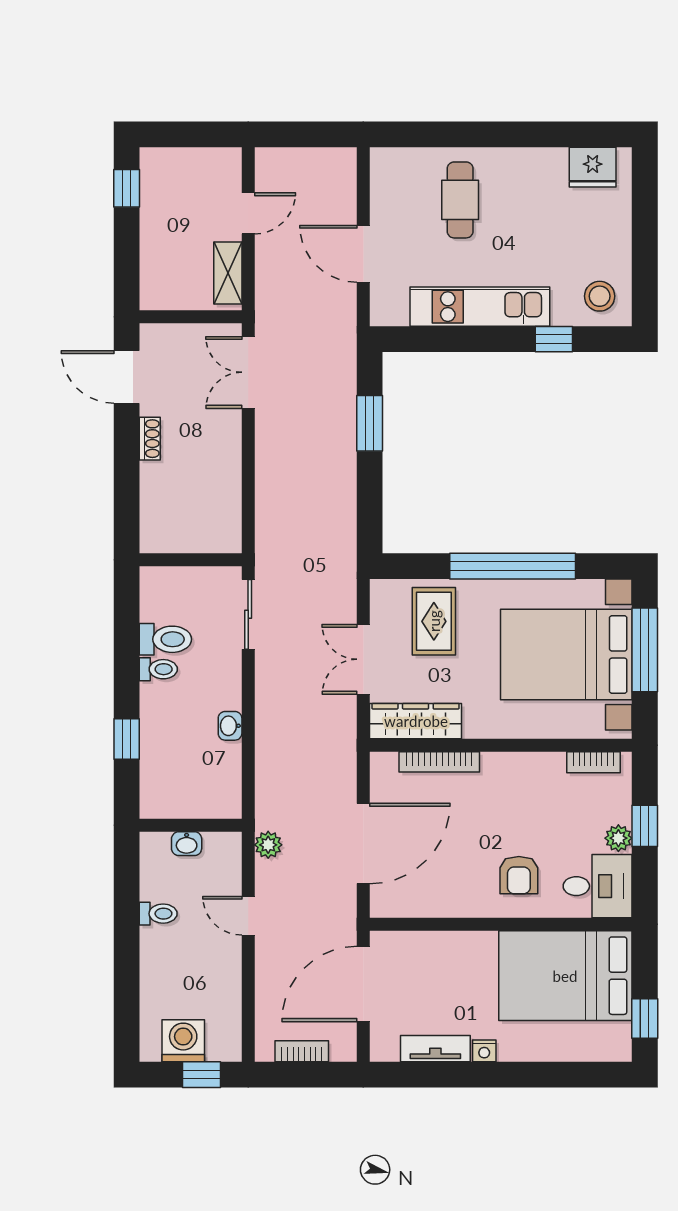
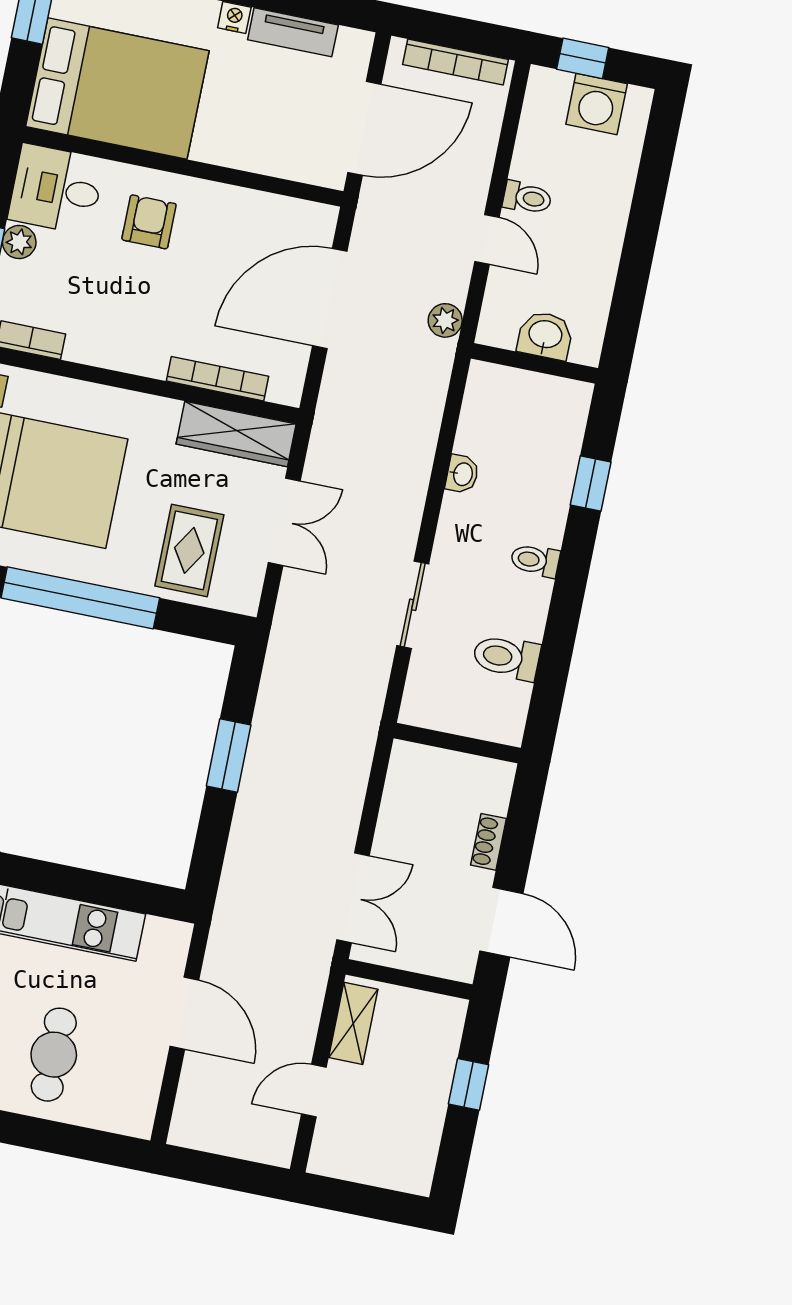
window: (127, 188) -> (468, 1084), moved
window: (370, 423) -> (229, 756), moved
wall: (191, 560) -> (457, 743), moved
toilet: (165, 639) -> (506, 657), moved
washbasin: (187, 844) -> (545, 335), width x1.38, depth x1.45
toilet: (158, 914) -> (527, 198), moved, turned 180
bookcase: (302, 1051) -> (456, 62), width x1.56

